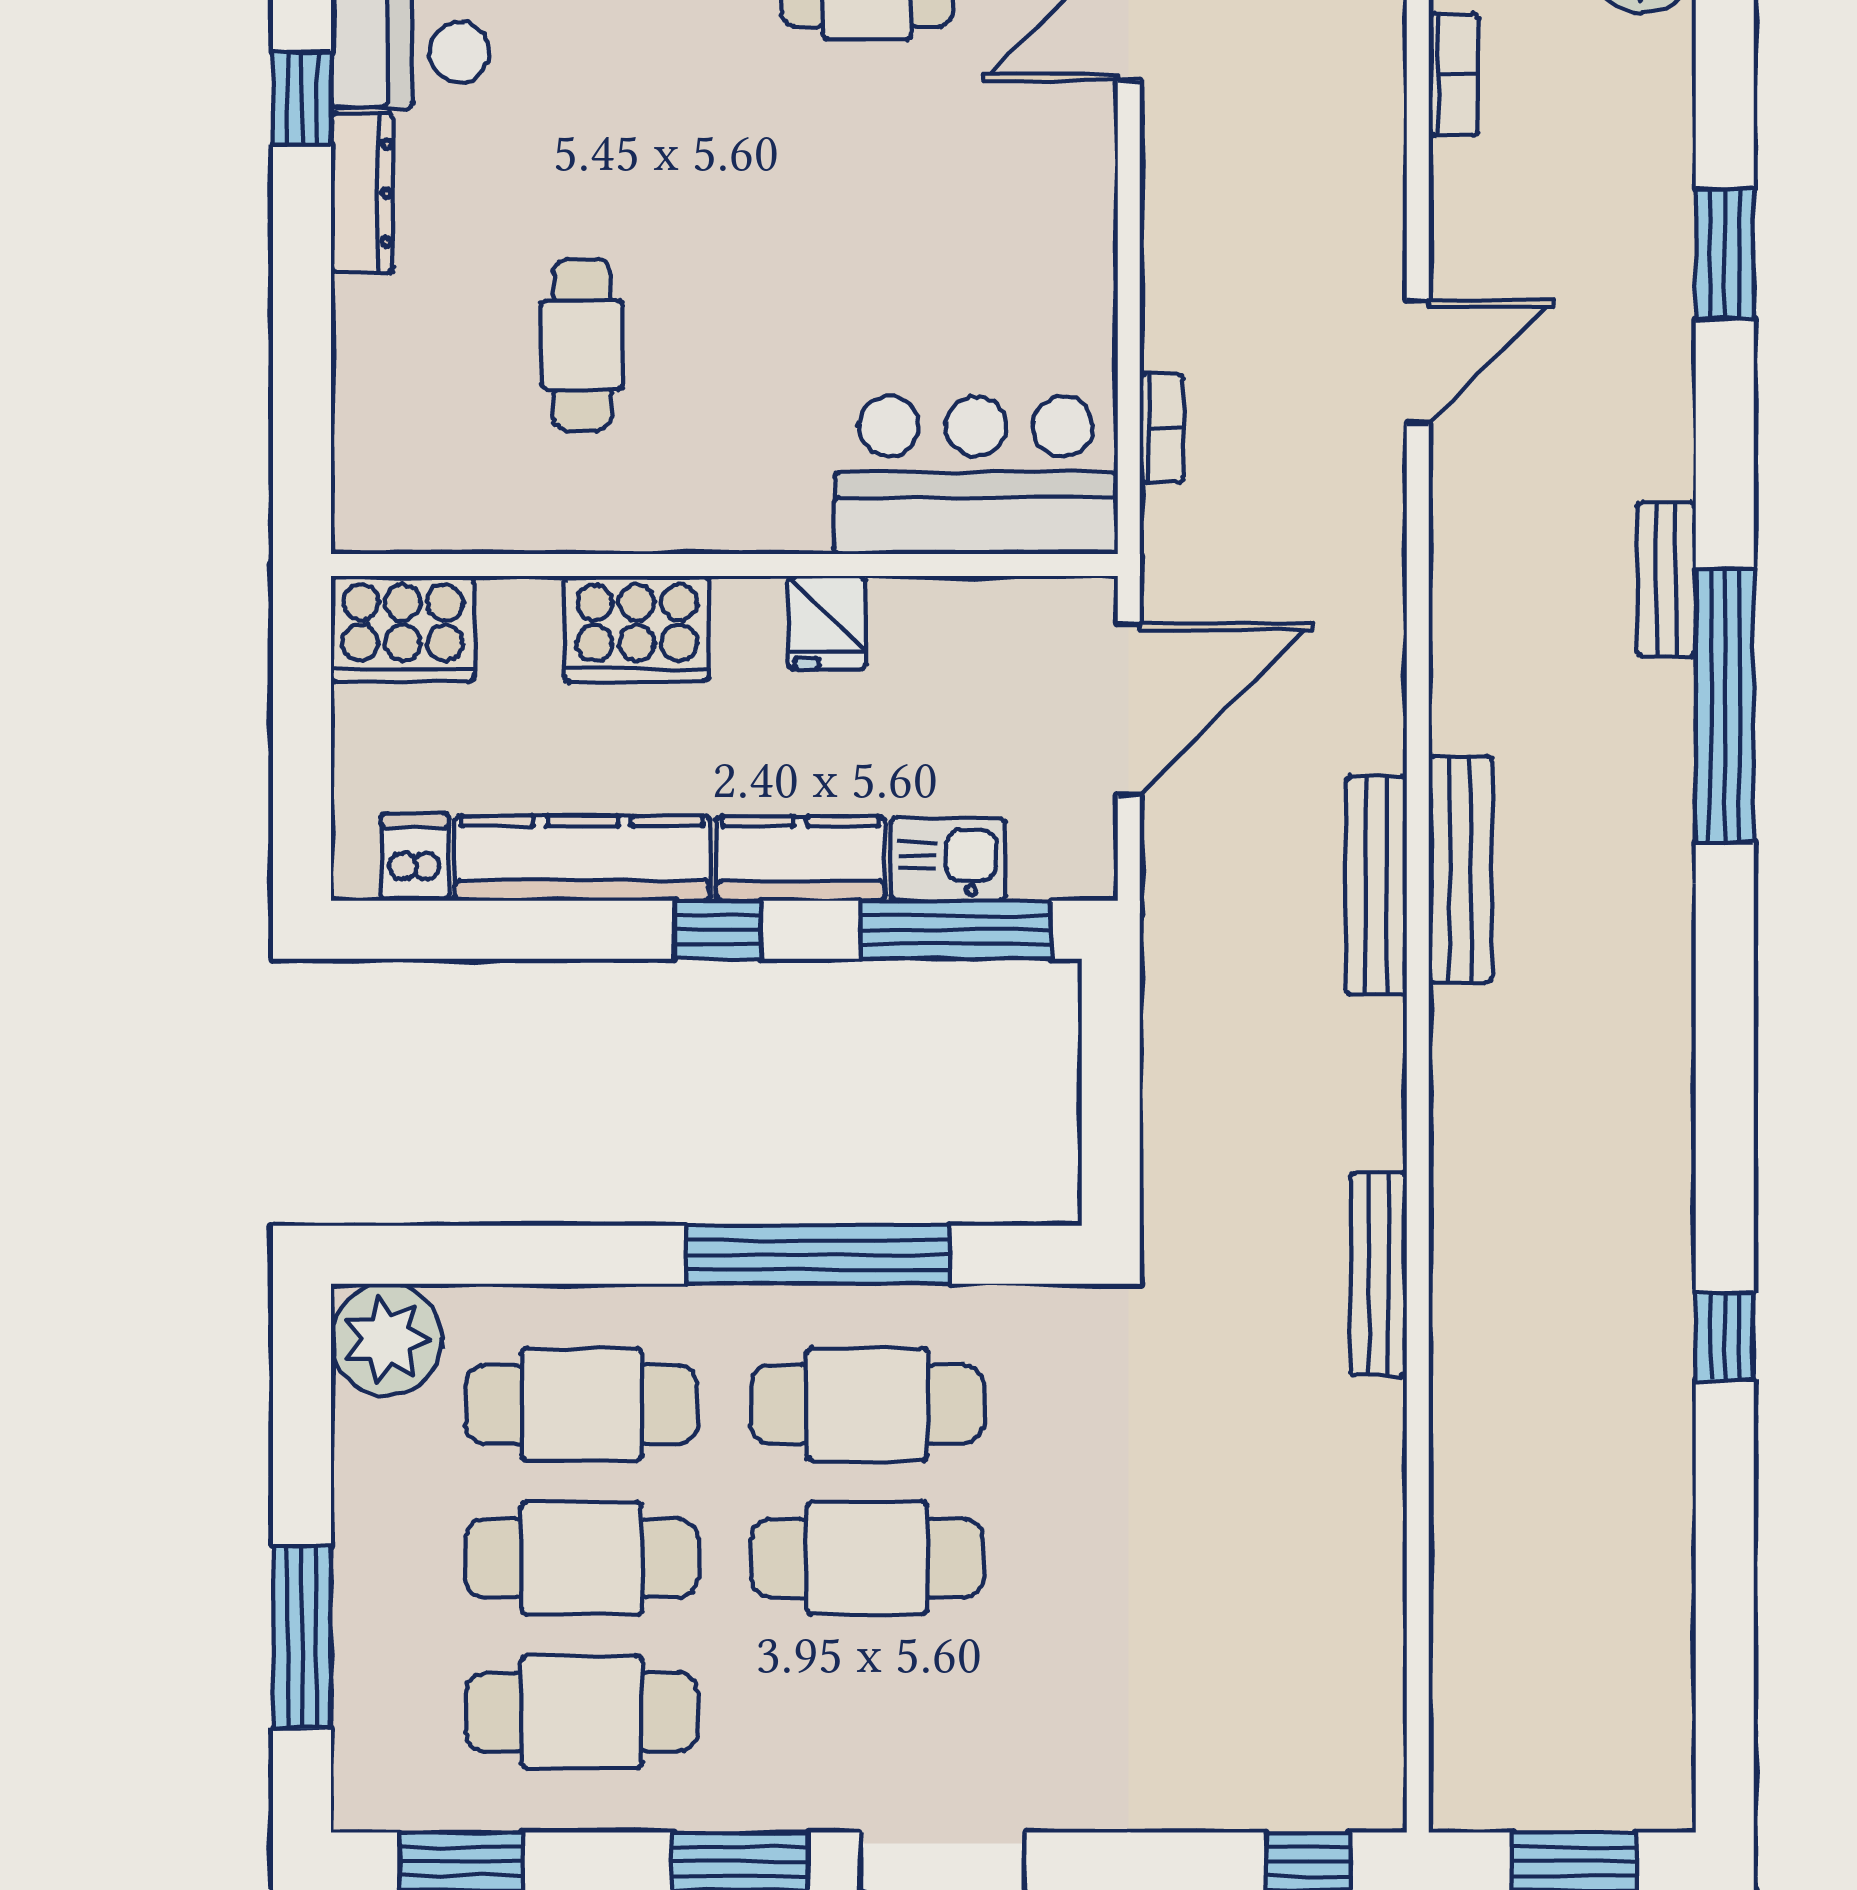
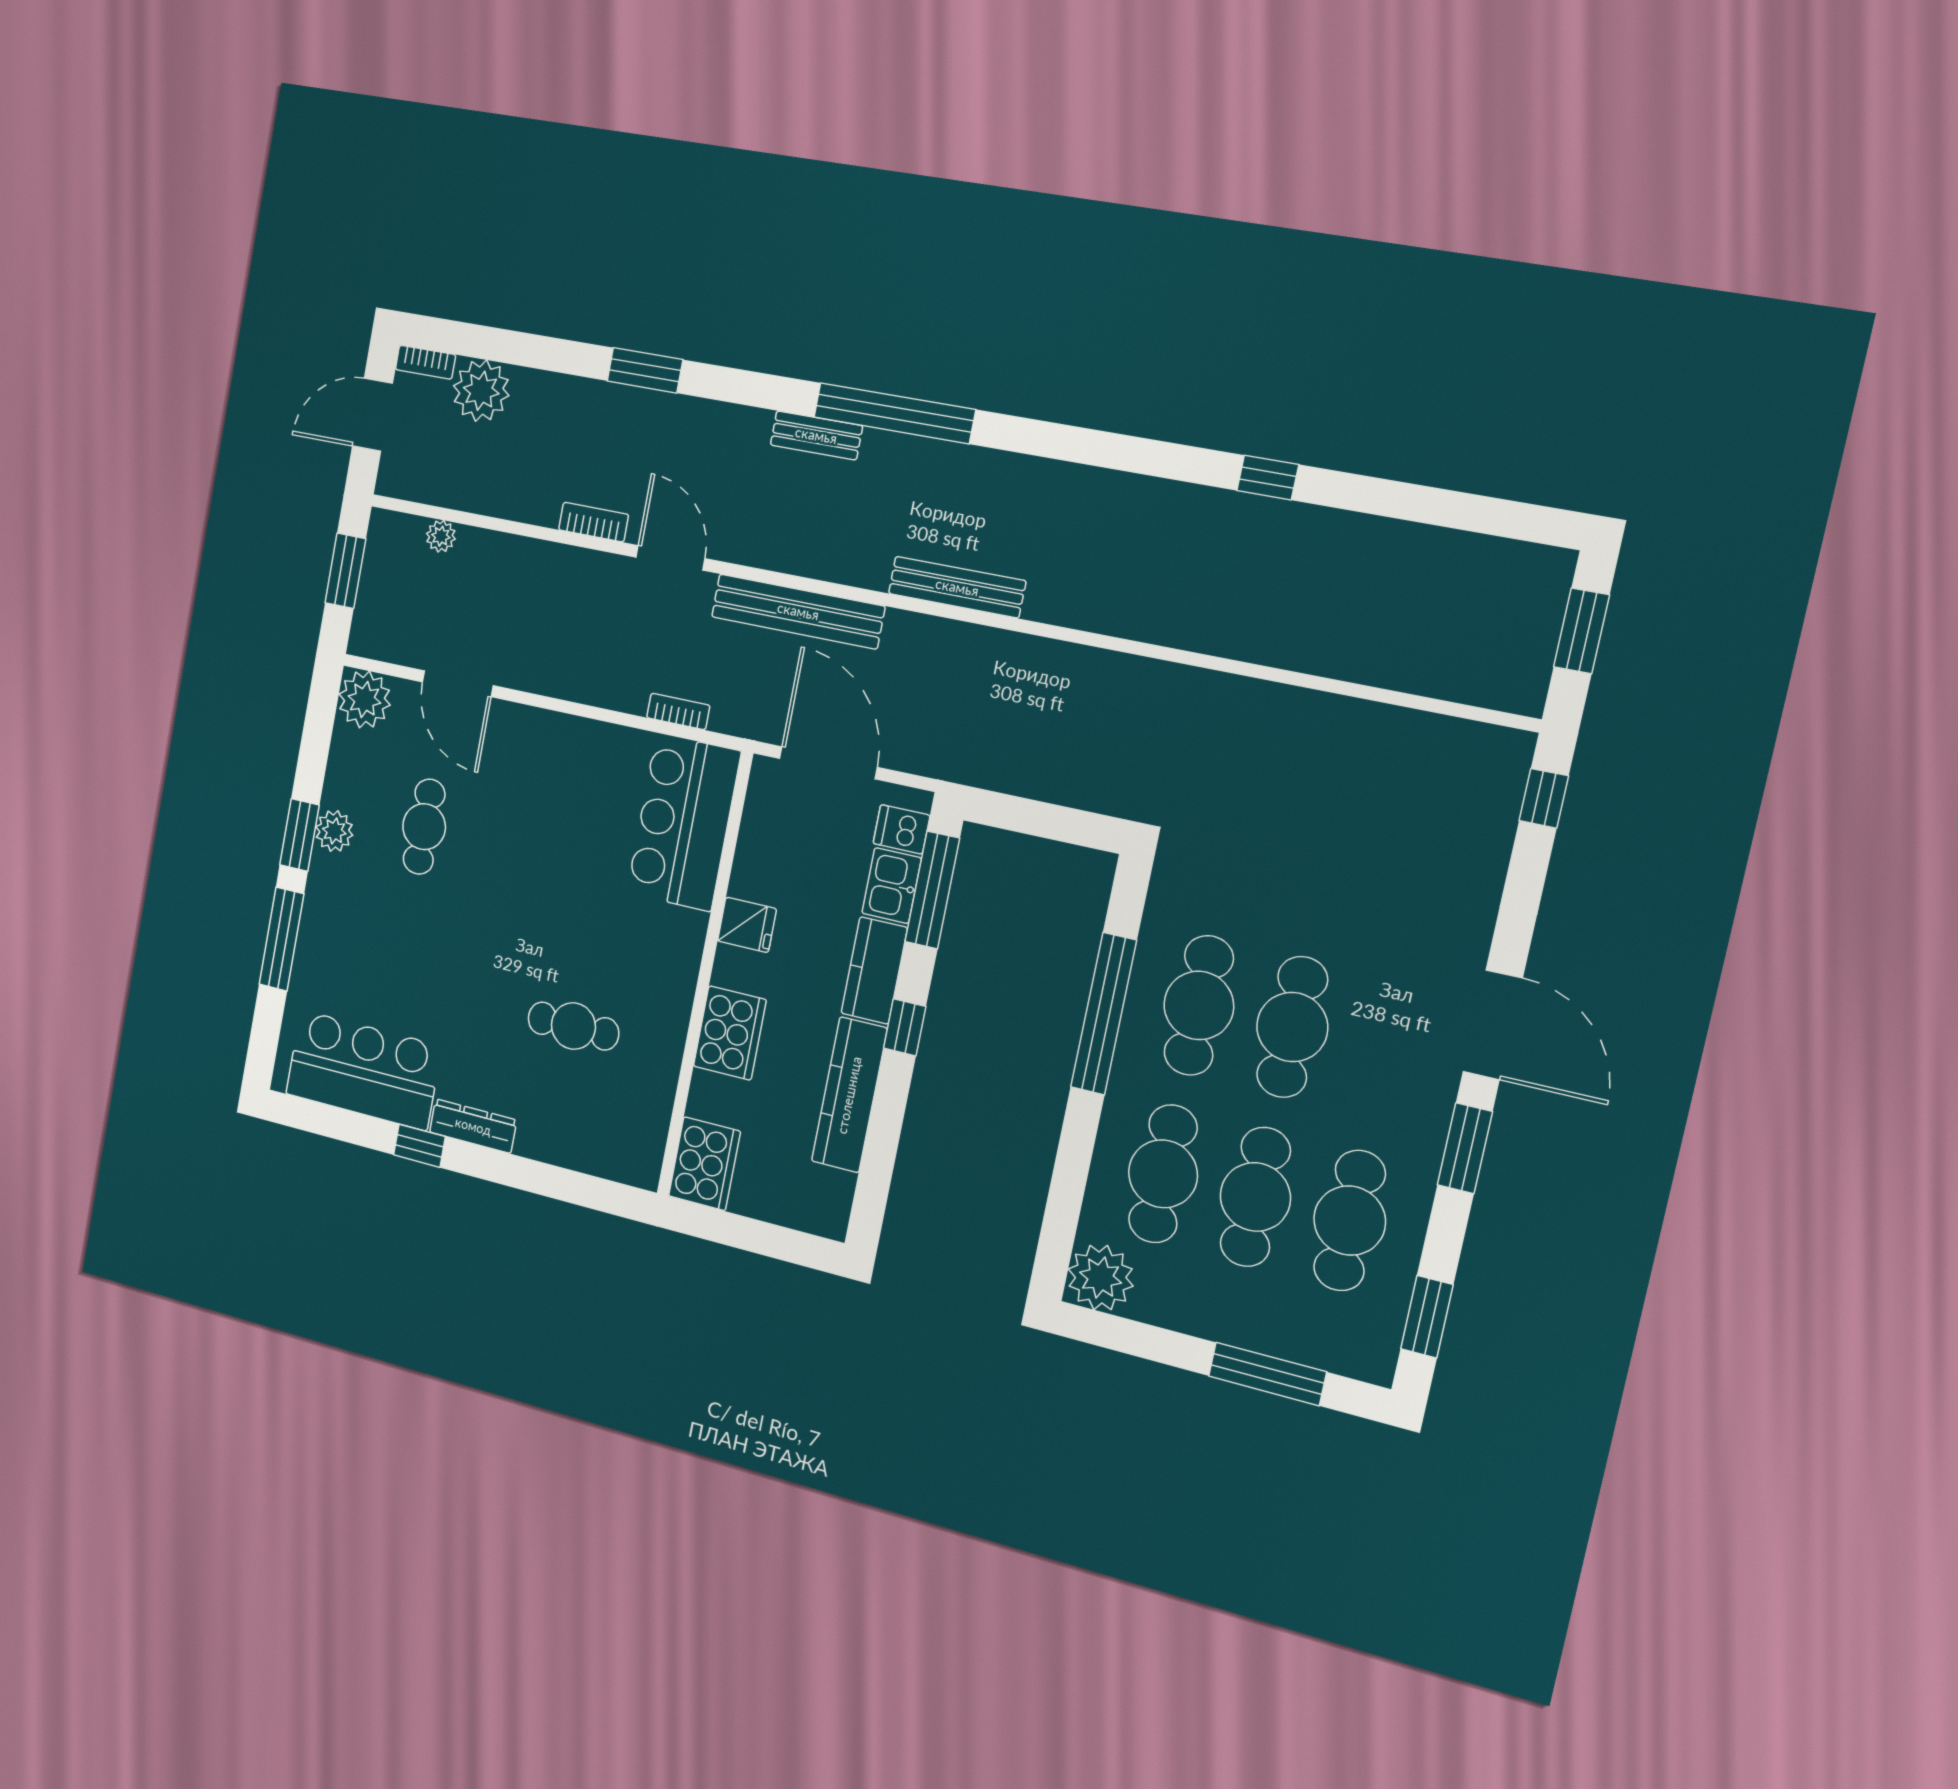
bookcase: (1453, 75) -> (594, 522), moved
dishwasher: (415, 857) -> (902, 829), moved
bench: (1376, 885) -> (798, 611), moved, width x1.37, depth x1.21
bench: (1379, 1274) -> (1185, 682), removed

